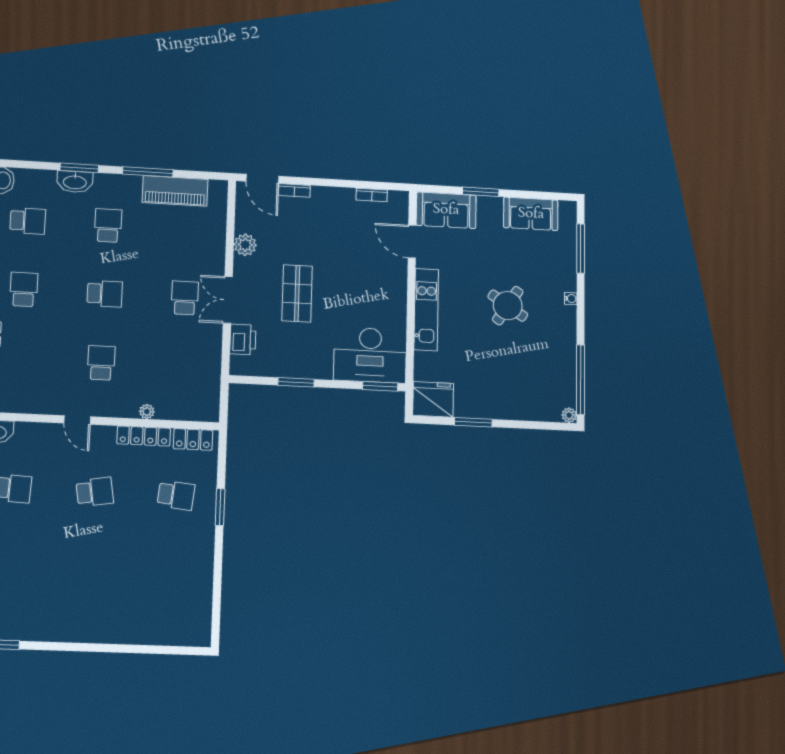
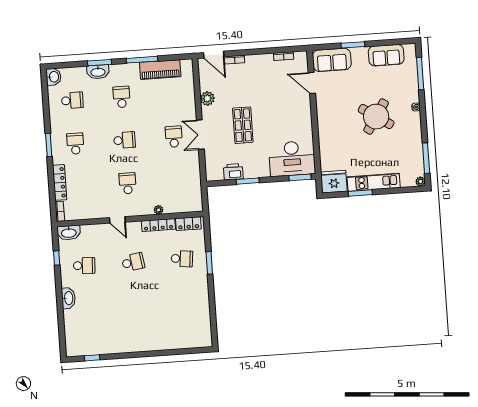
round table: (508, 306) -> (376, 117), width x1.36, depth x1.36
kitchen unit: (426, 310) -> (374, 182), moved, turned -90
printer: (243, 339) -> (233, 172), moved, turned -90
window: (580, 380) -> (426, 158), width x0.68

